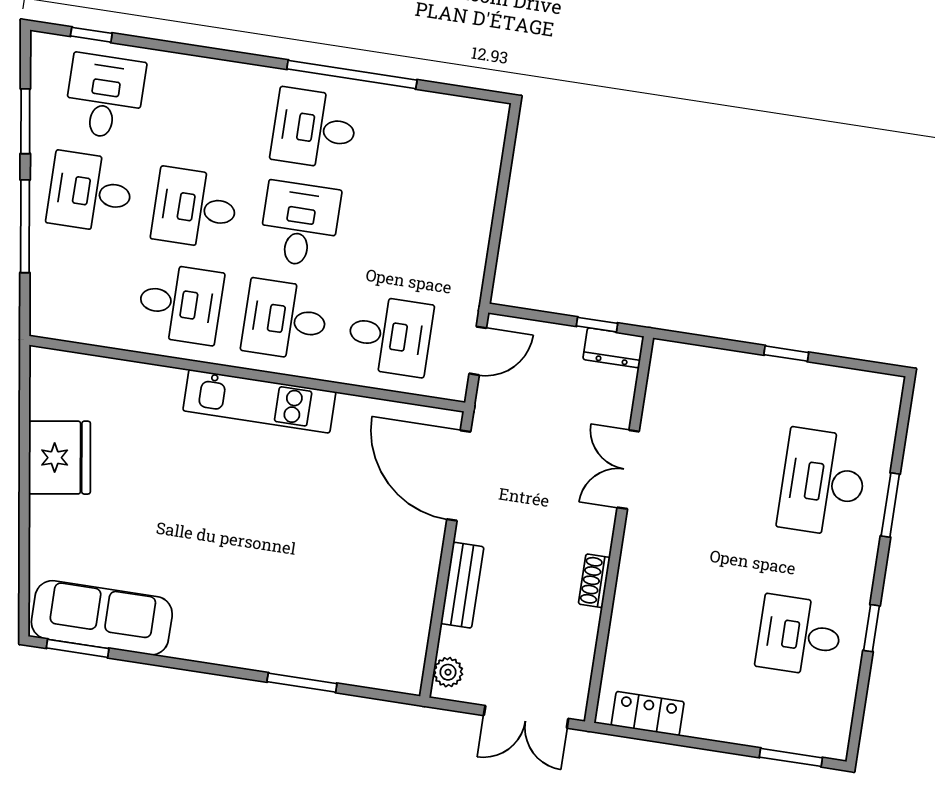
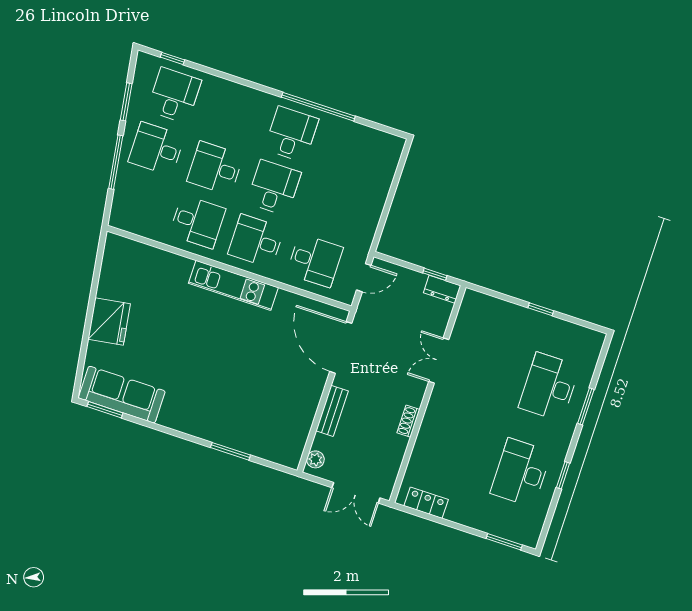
desk: (314, 129) -> (291, 134), turned 90
fridge: (60, 458) -> (109, 321), moved
desk: (799, 636) -> (521, 473), width x1.37

